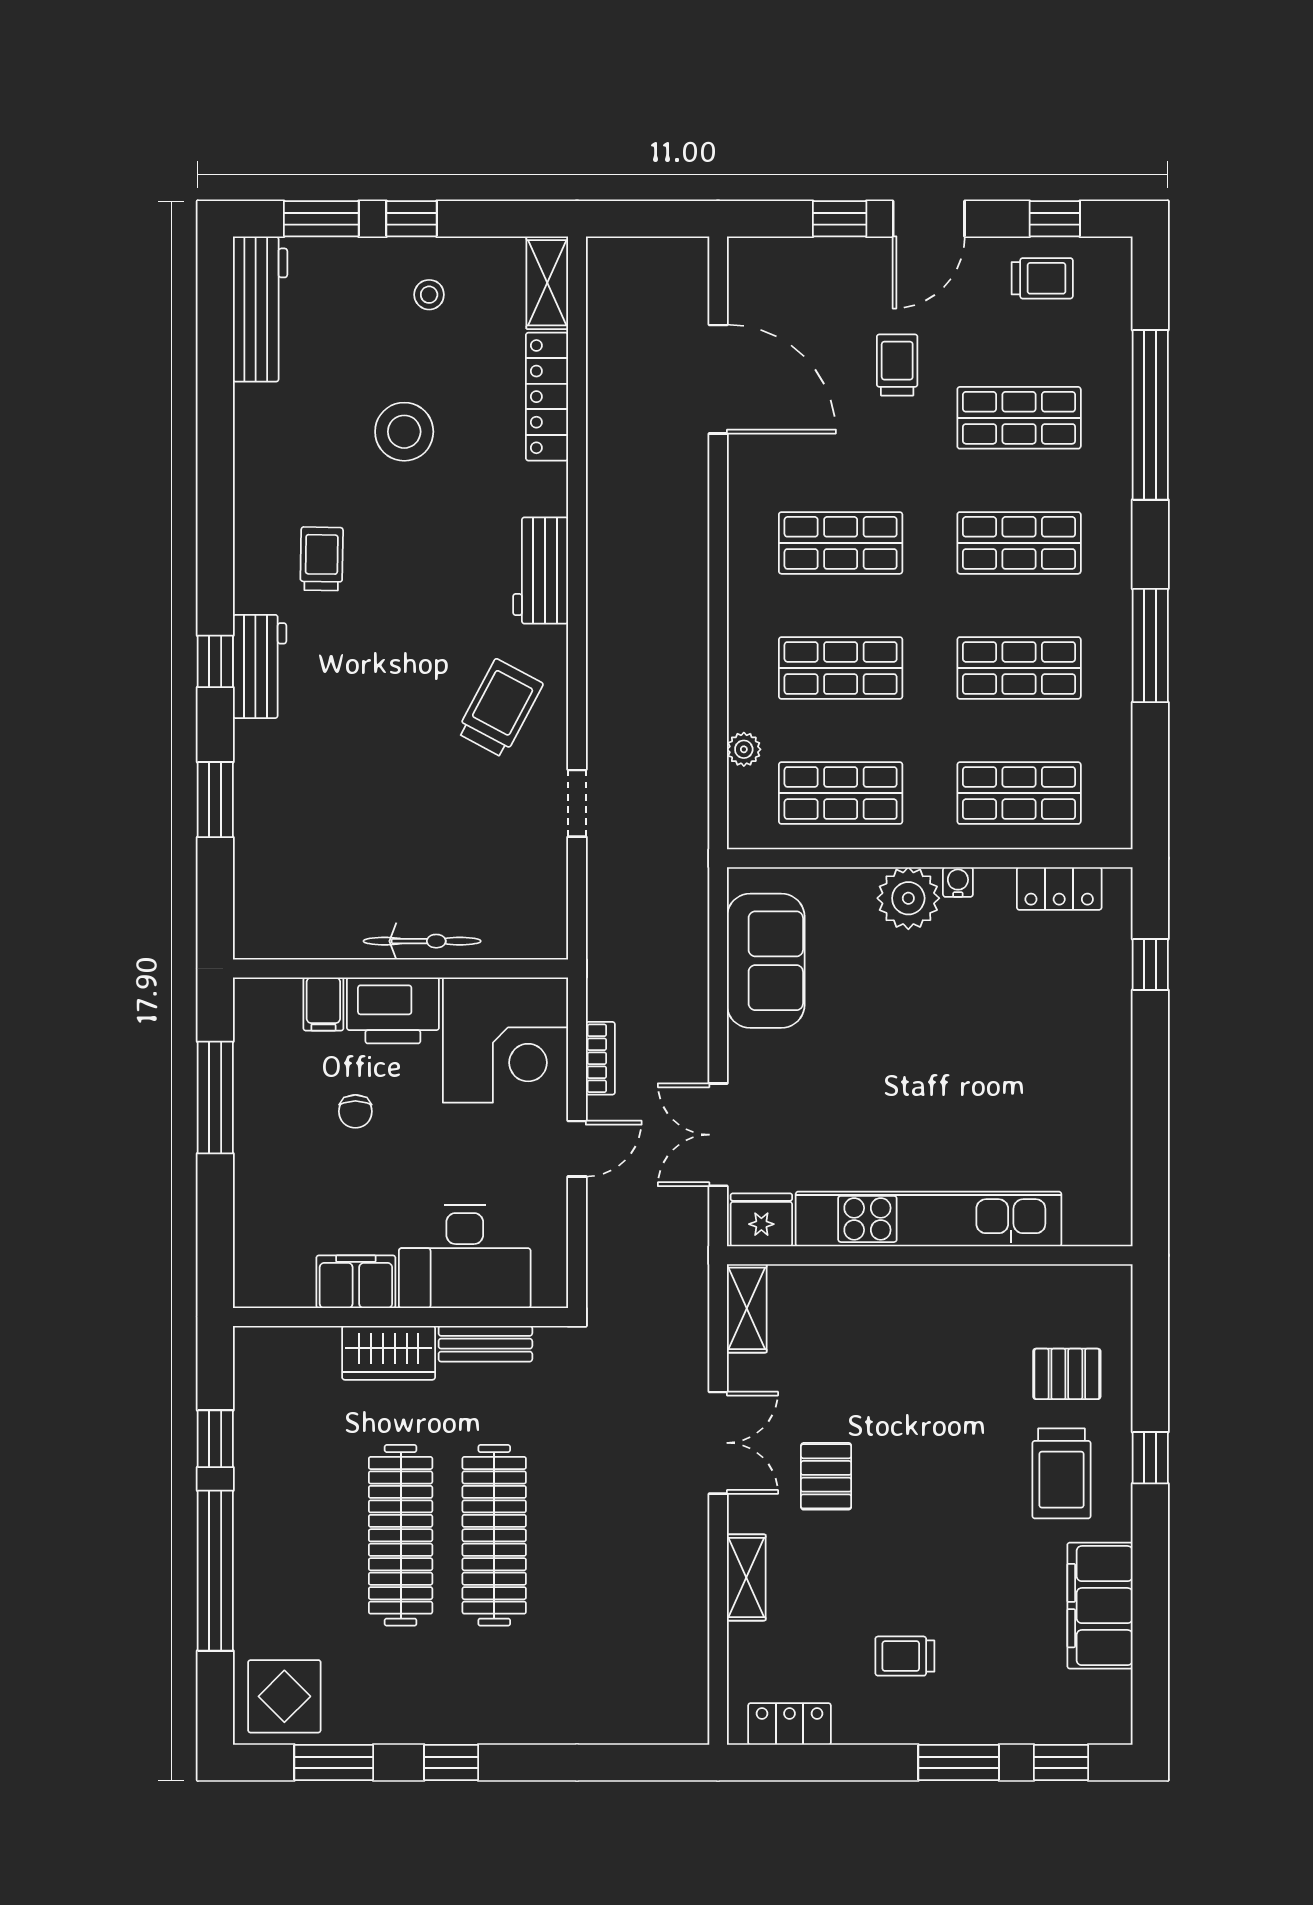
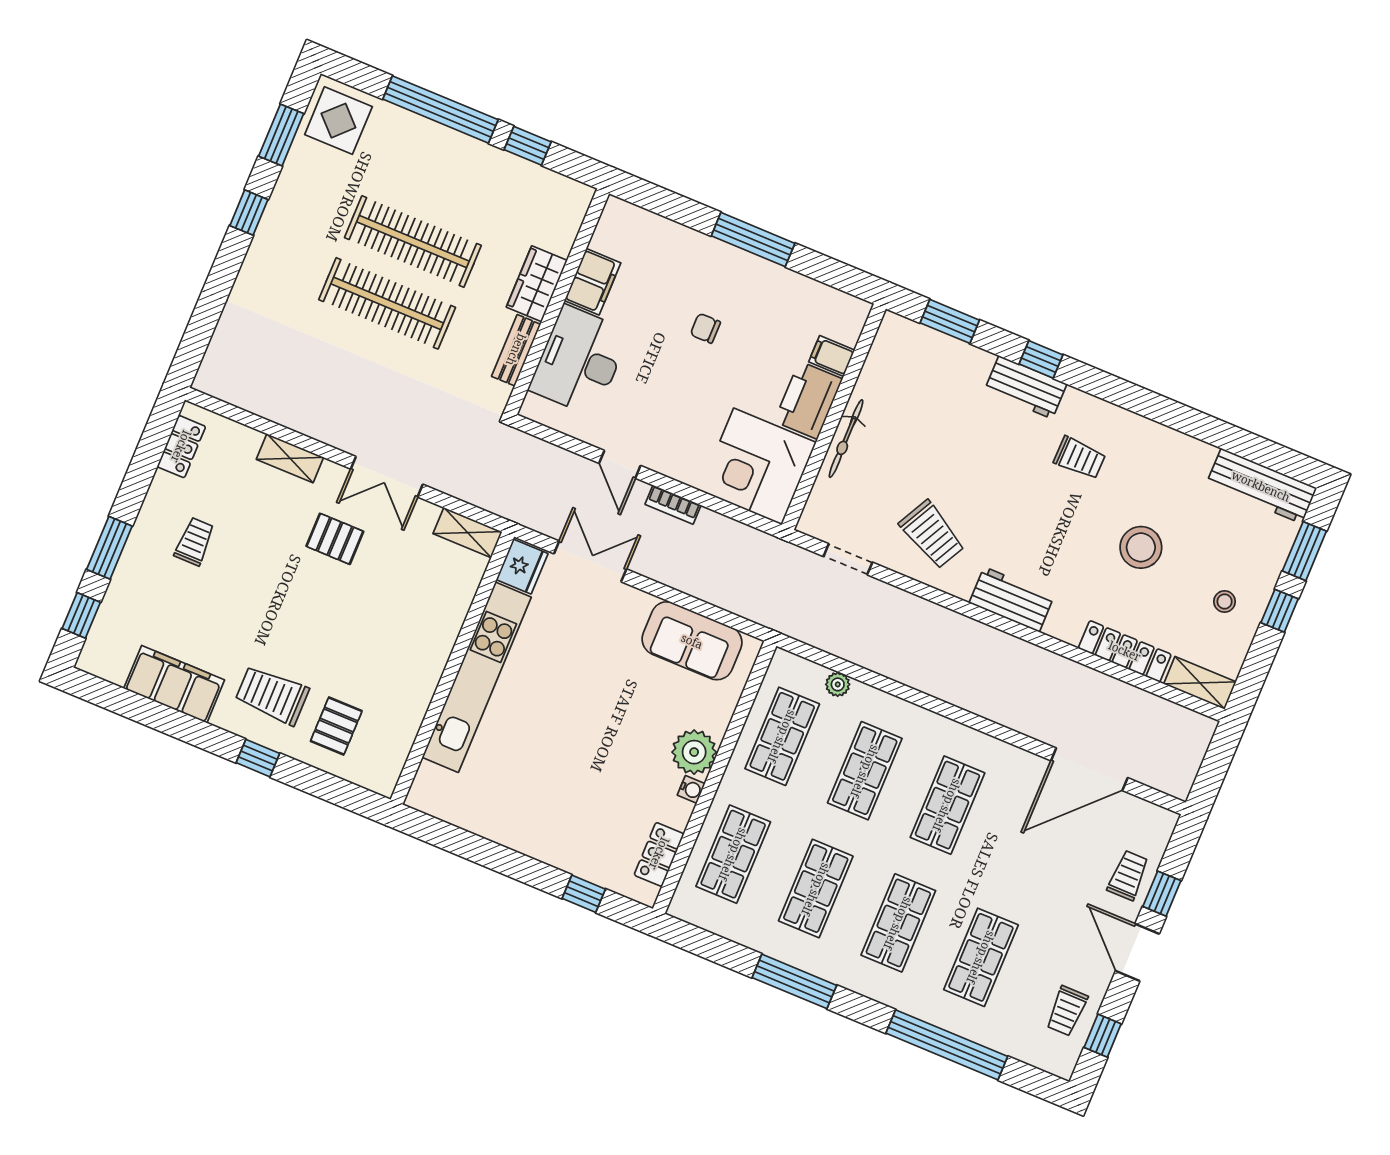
trolley: (897, 365) -> (1128, 875), moved, turned -90
bicycle: (422, 941) -> (846, 439), moved
wall: (401, 969) -> (834, 417), moved
filing cabinet: (323, 1004) -> (832, 356), moved
printer: (393, 1010) -> (808, 400), moved
corner desk: (505, 1040) -> (758, 466), moved

